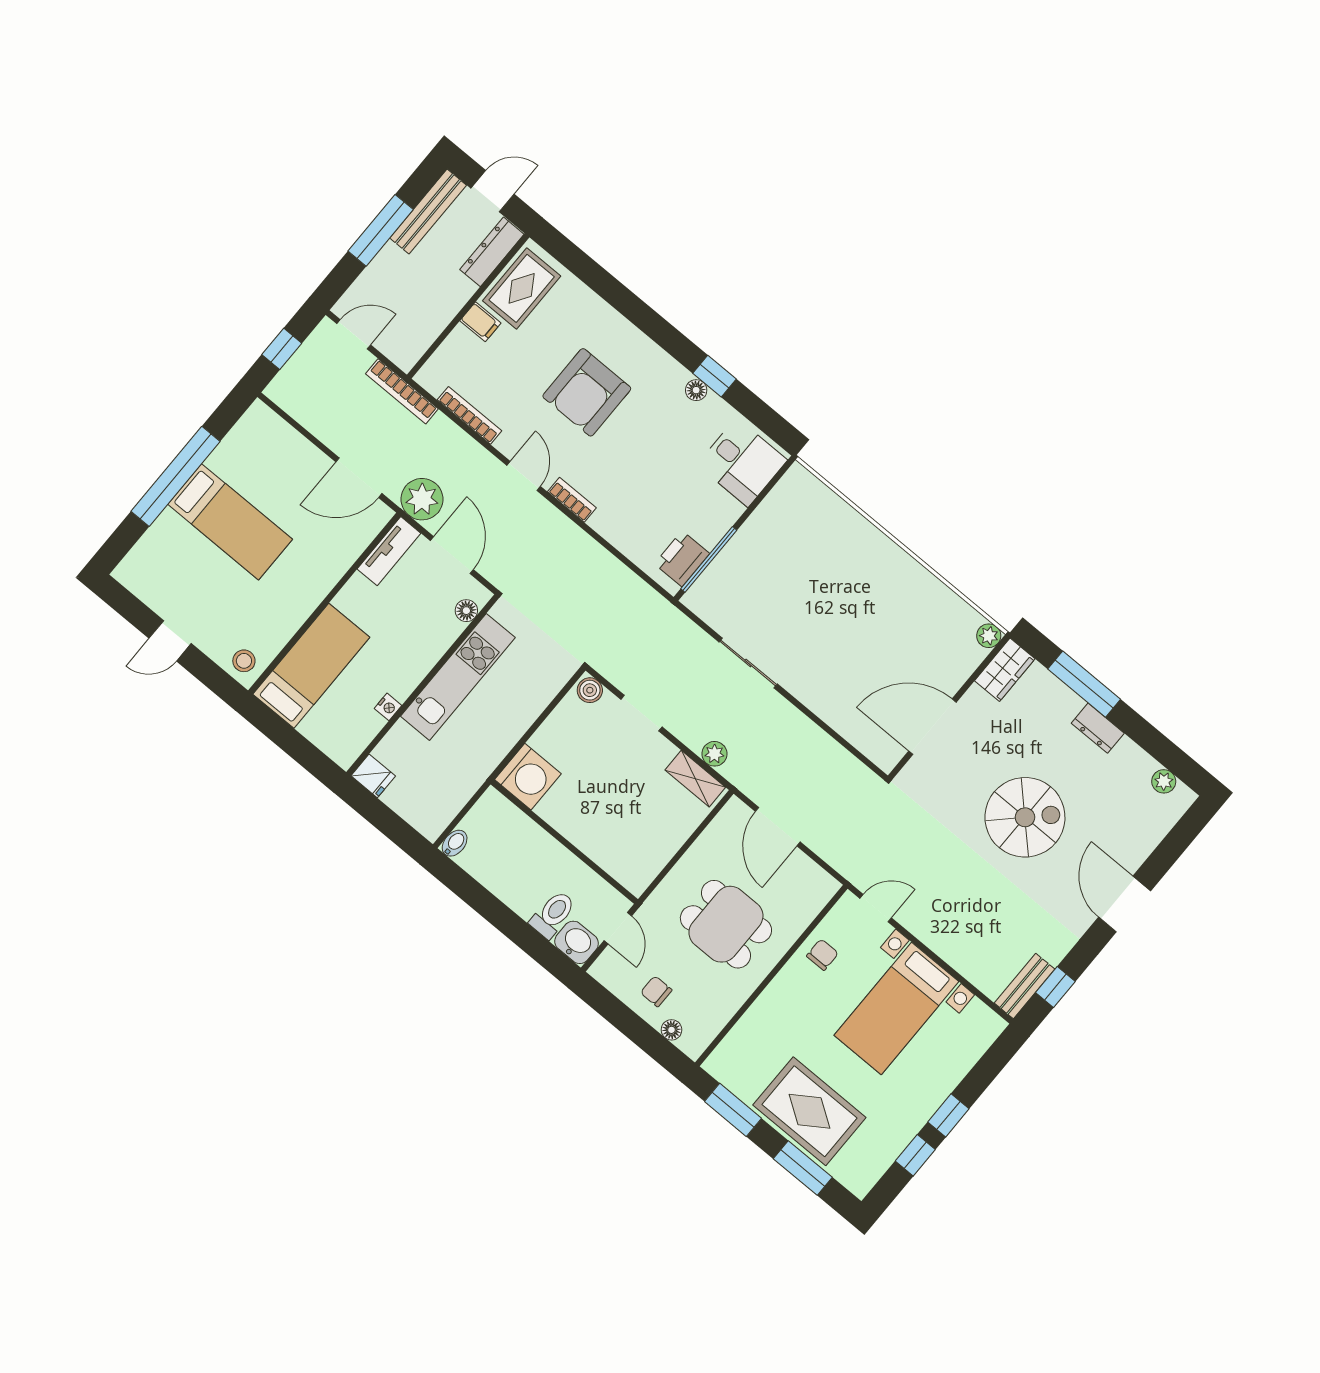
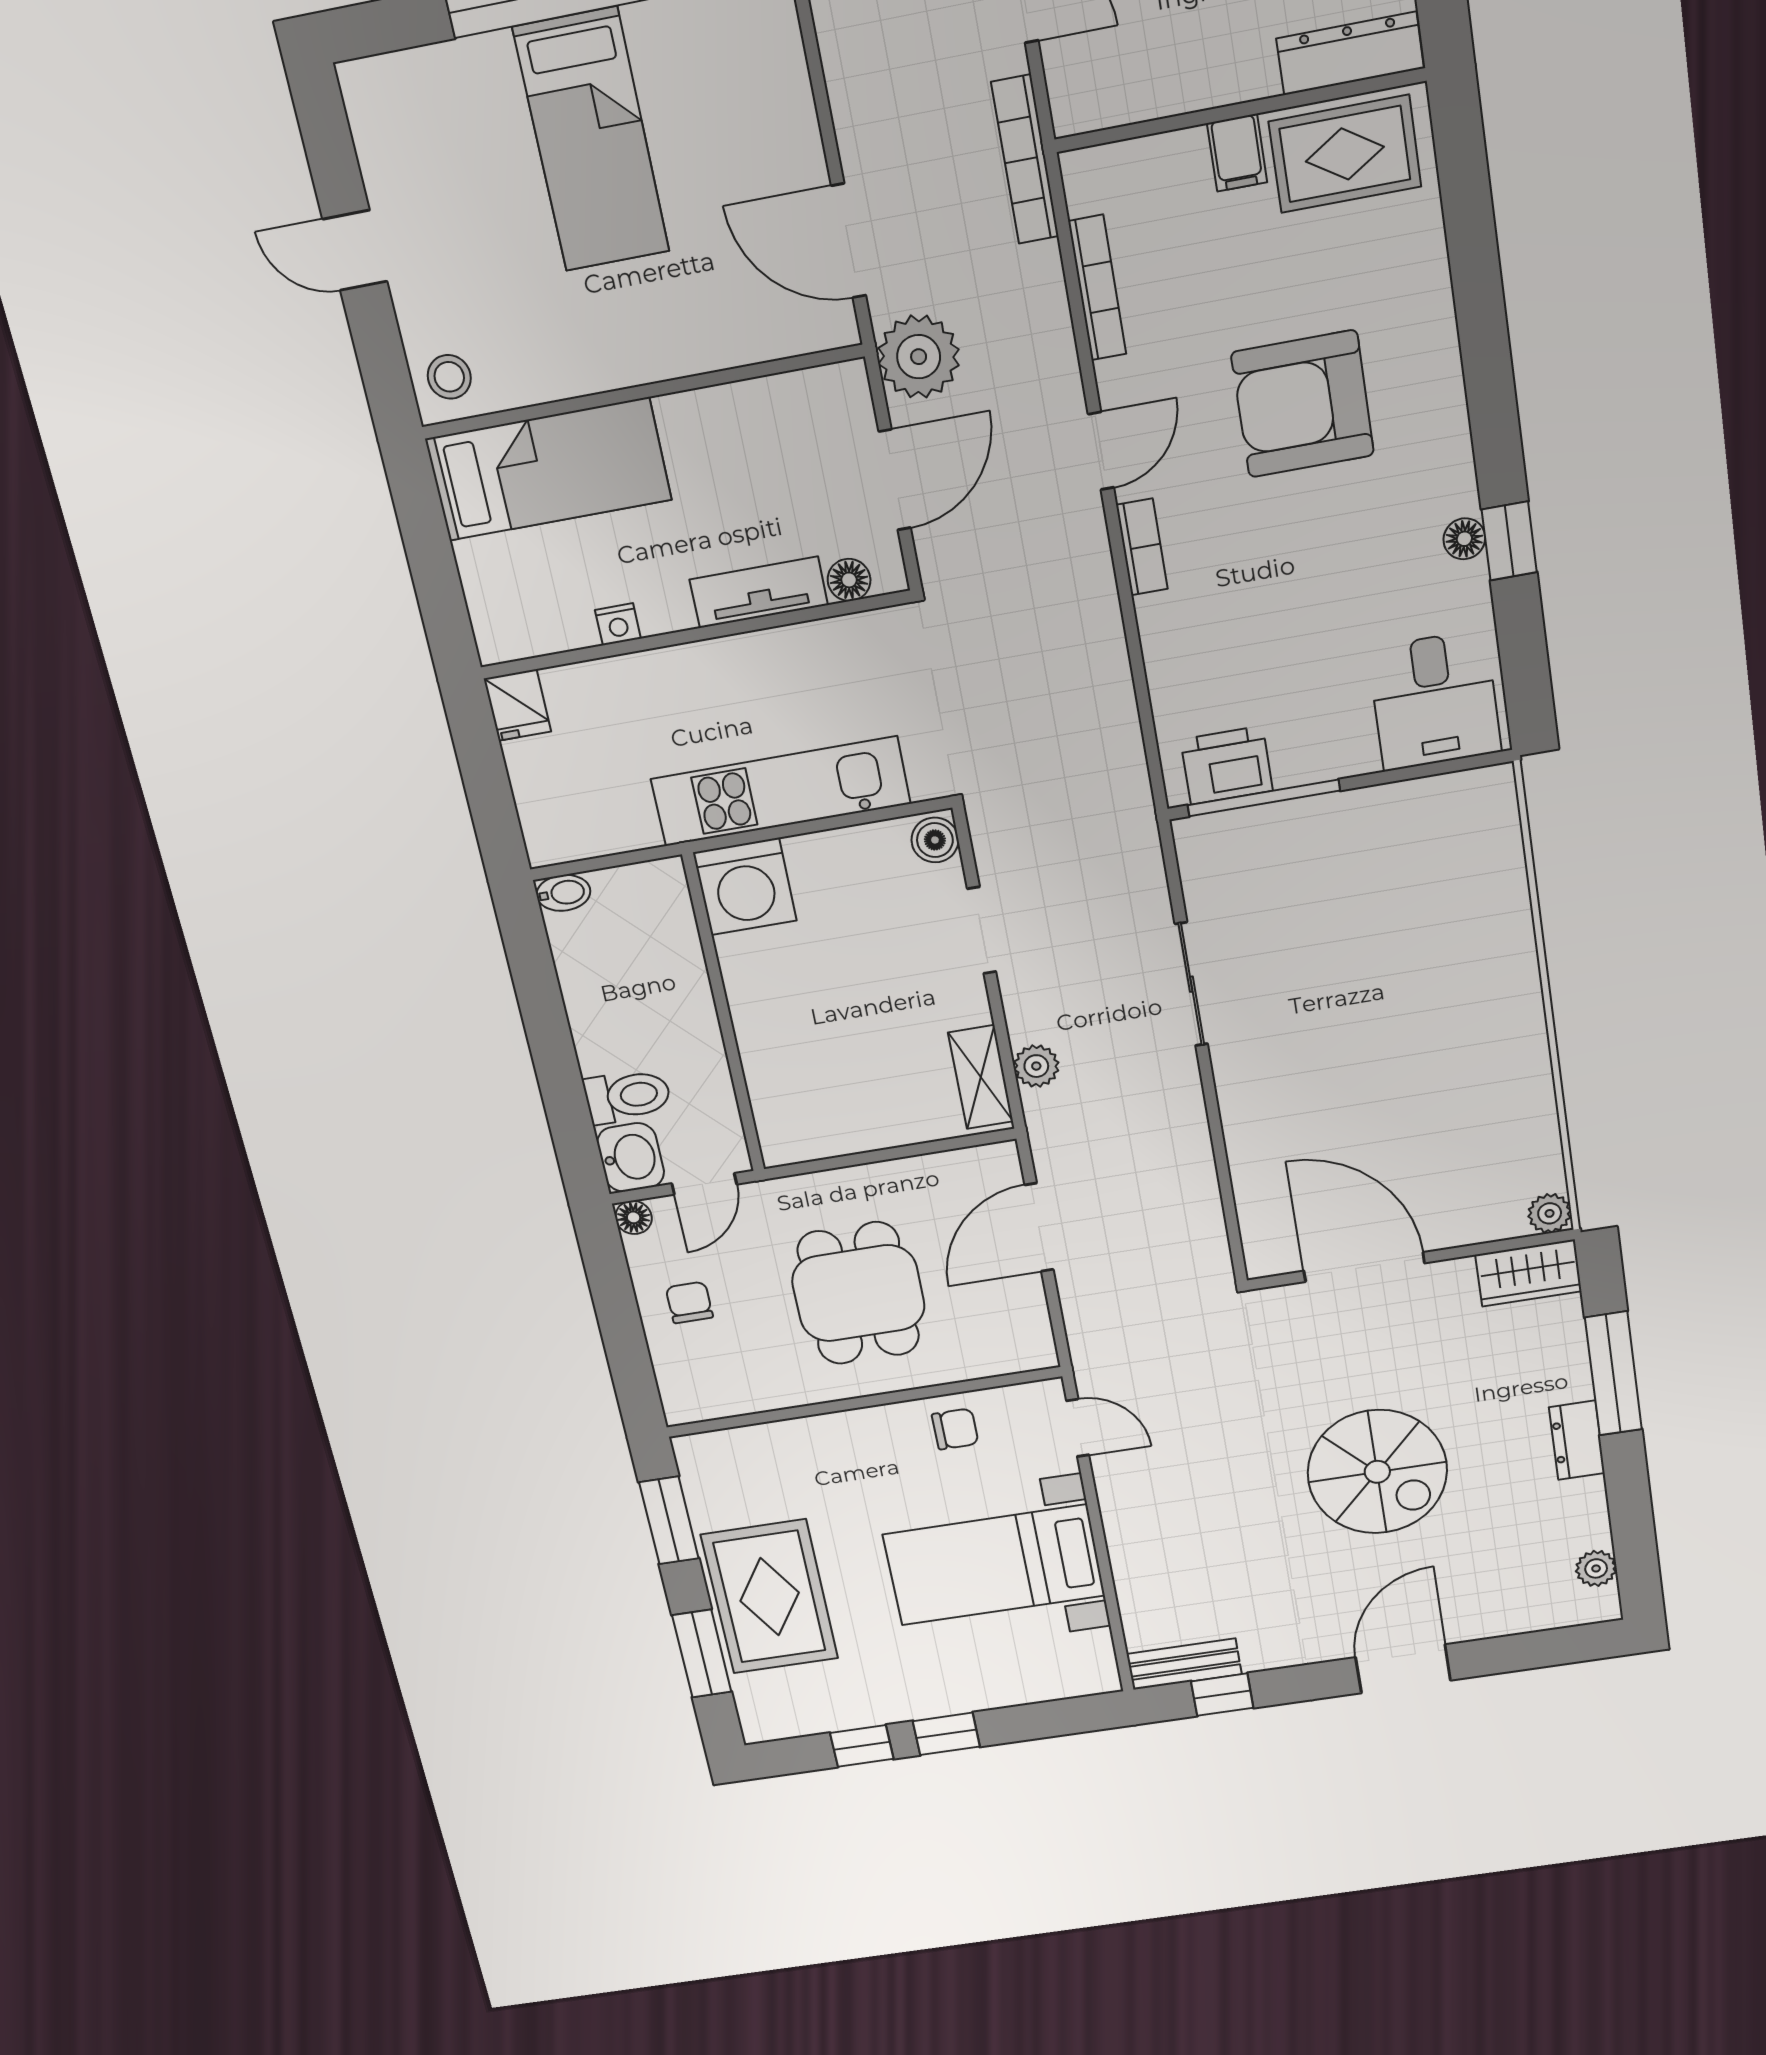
tv unit: (389, 551) -> (759, 592), moved, turned 180
kitchen unit: (458, 677) -> (781, 791), moved, turned 180
floor lamp: (671, 1030) -> (634, 1217), moved

